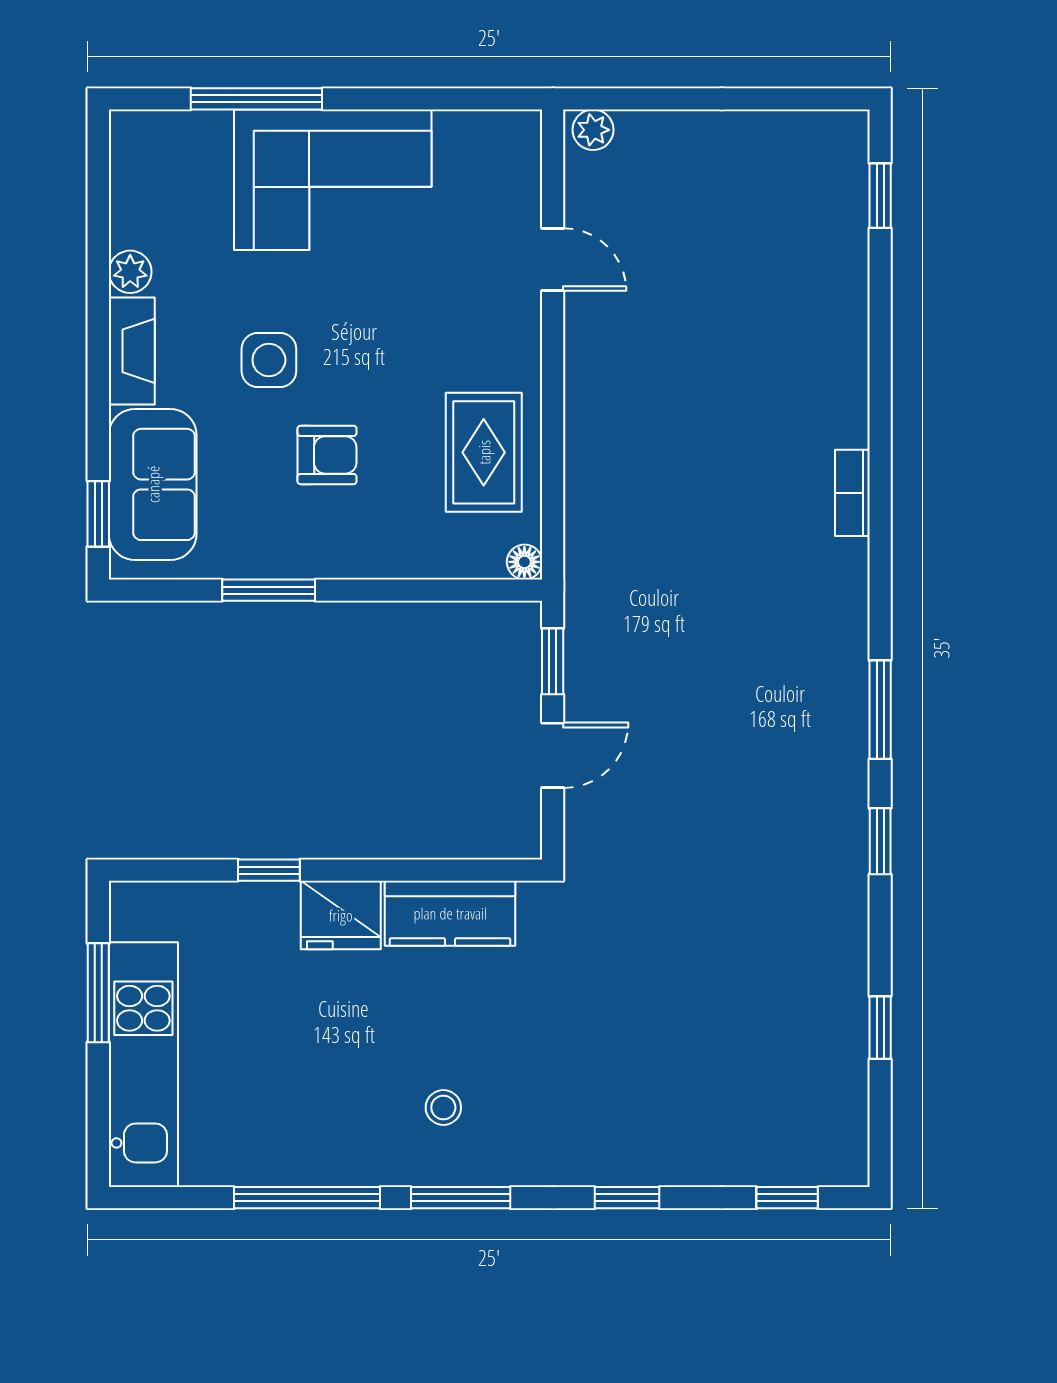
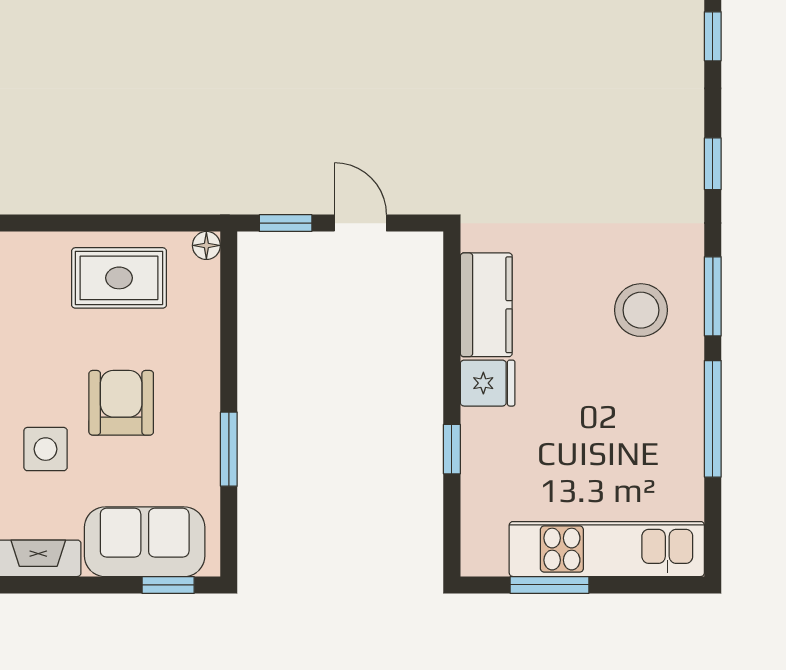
armchair: (327, 455) -> (121, 403), width x1.38, depth x1.38
fridge: (341, 915) -> (488, 383), width x0.72
stool: (443, 1108) -> (641, 310), width x1.89, depth x1.89

